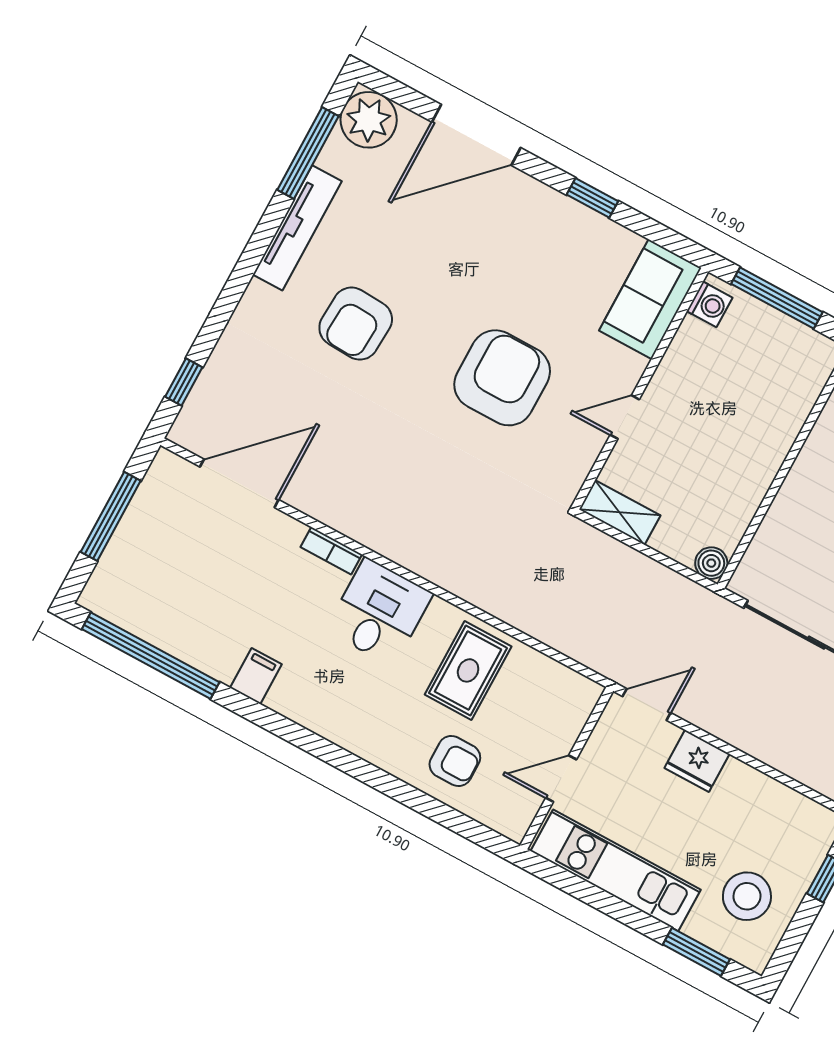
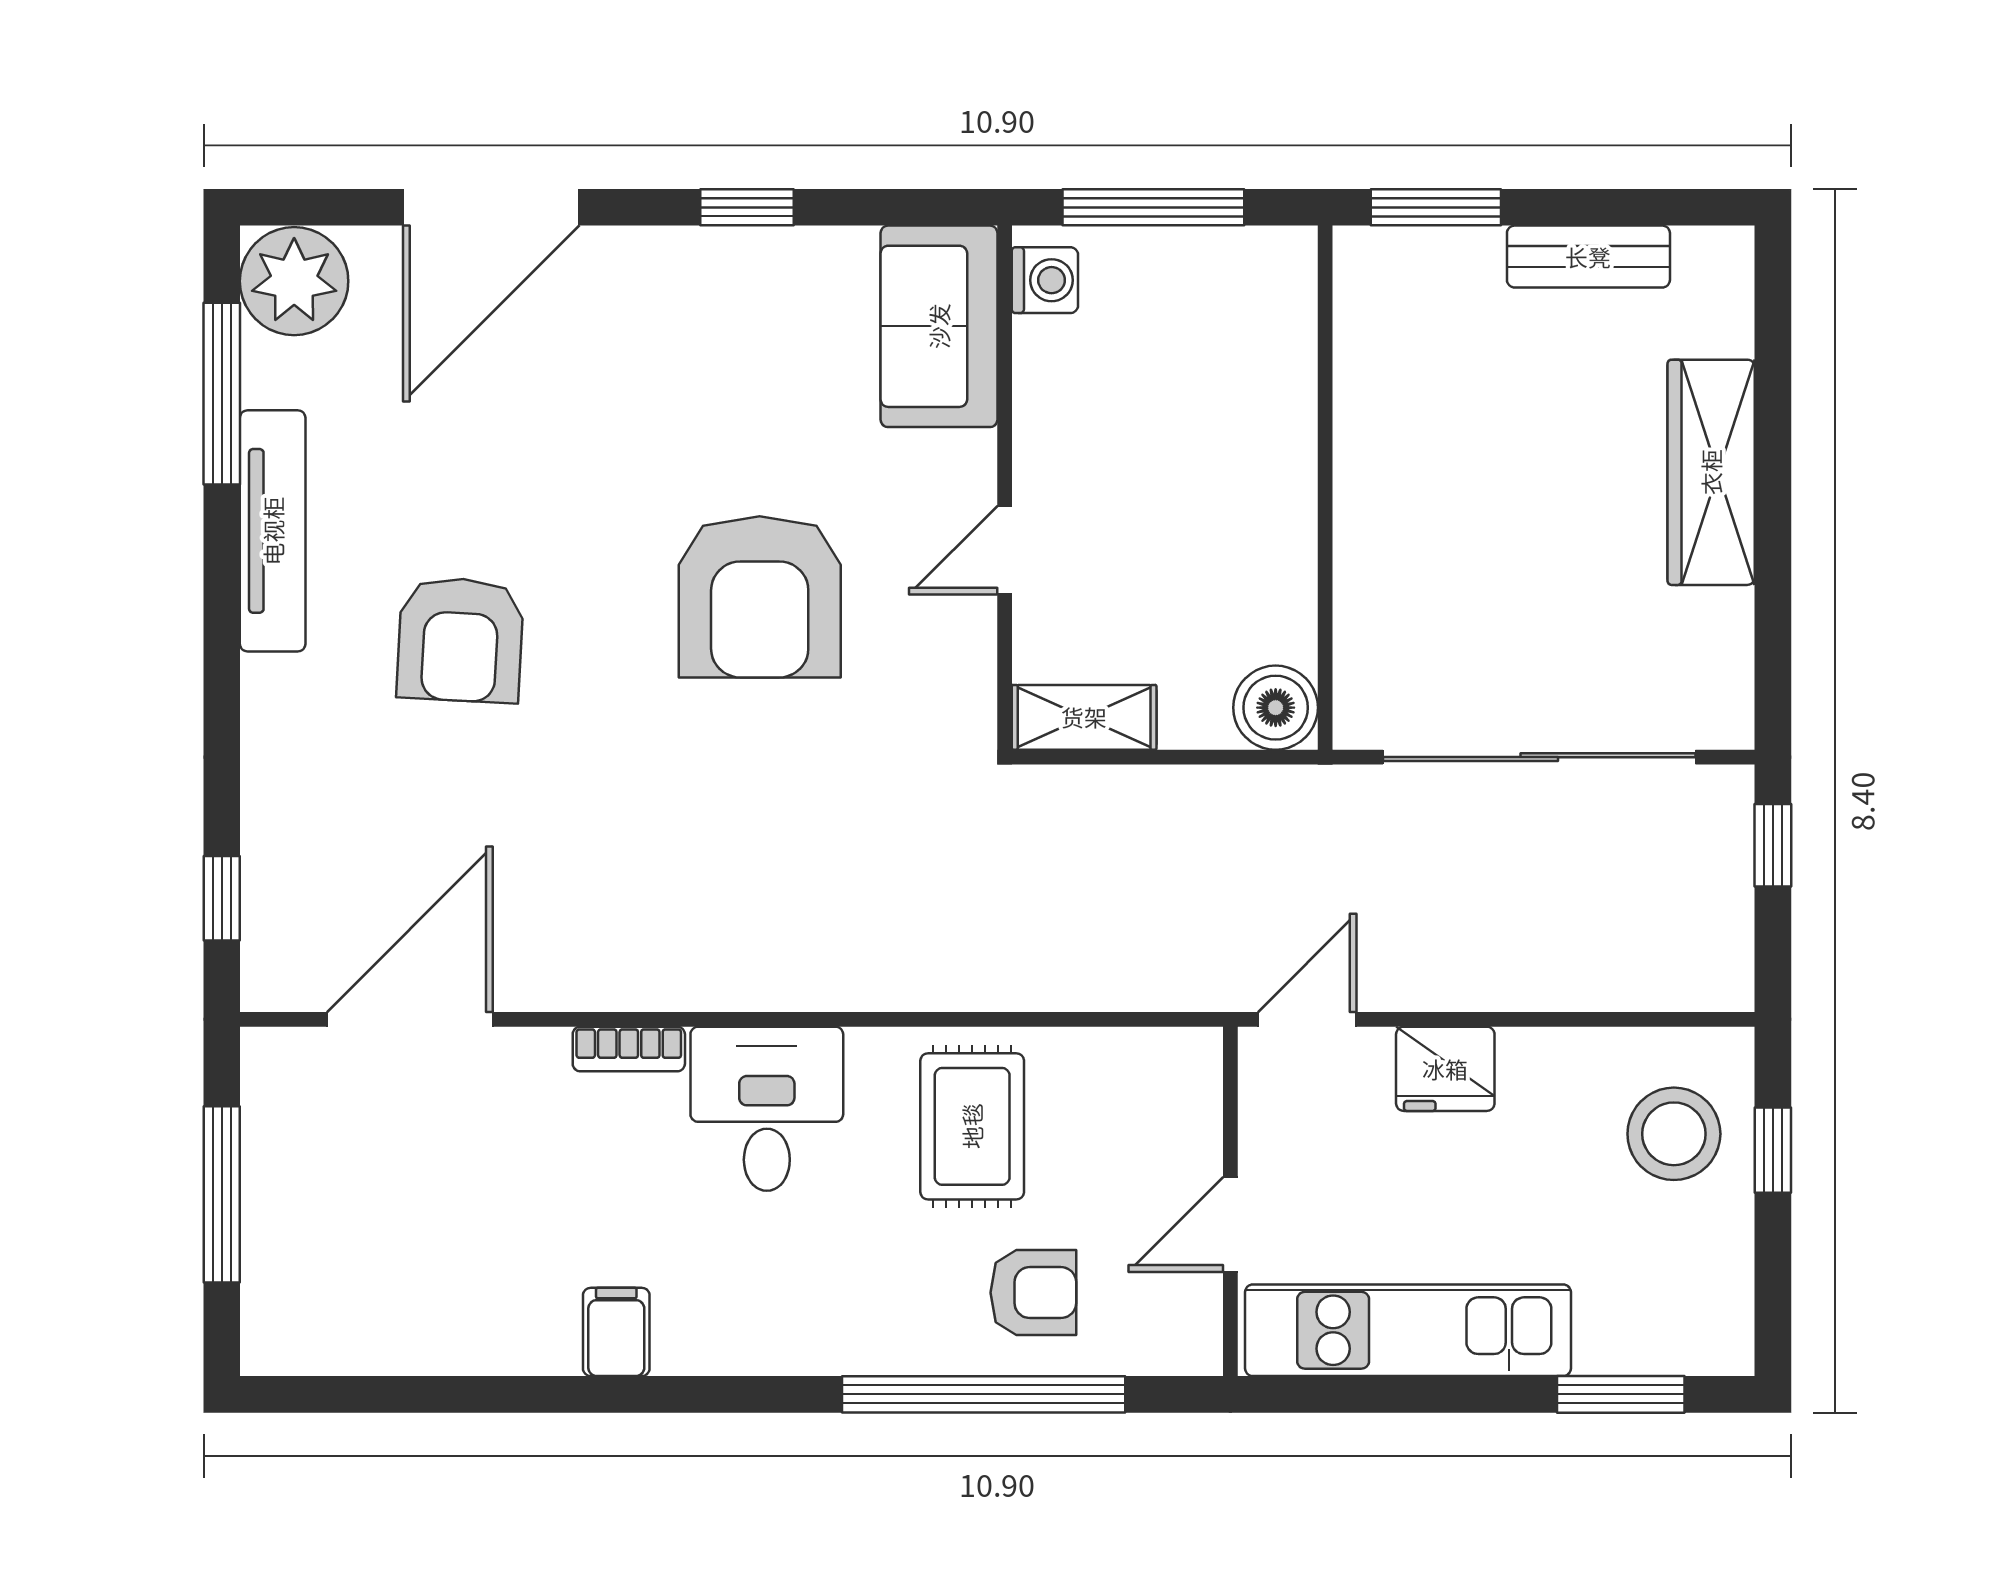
armchair: (502, 378) -> (760, 597), turned 180
boiler: (711, 563) -> (1276, 708), width x1.36, depth x1.36
window: (151, 656) -> (984, 1394), moved
stool: (747, 896) -> (1674, 1134), moved

